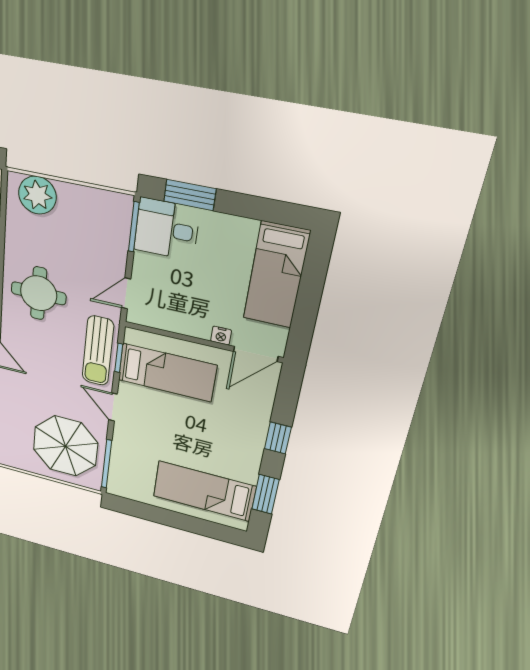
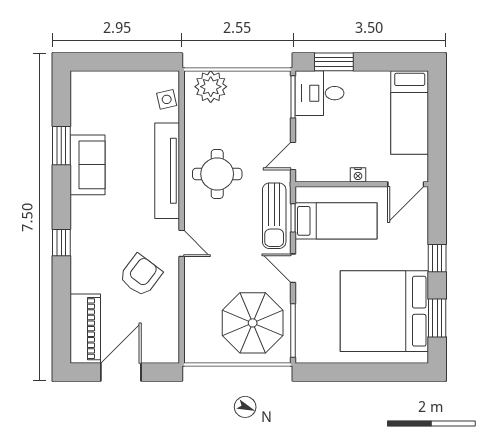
nightstand: (221, 336) -> (358, 175), moved
bed: (204, 491) -> (384, 311), width x2.04

